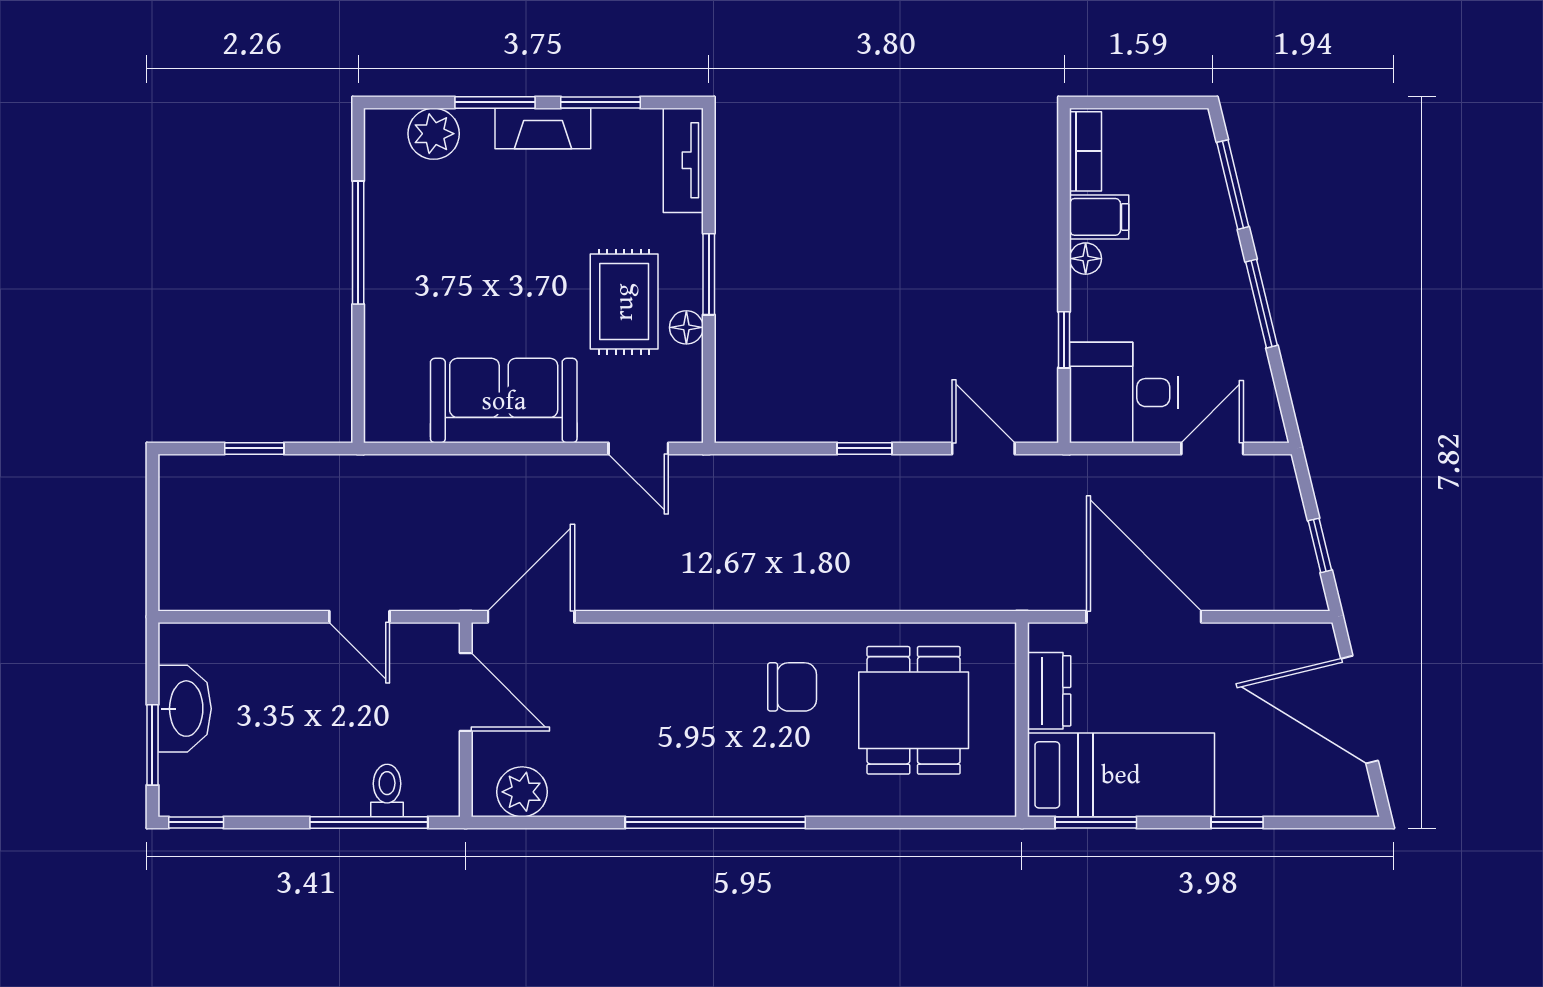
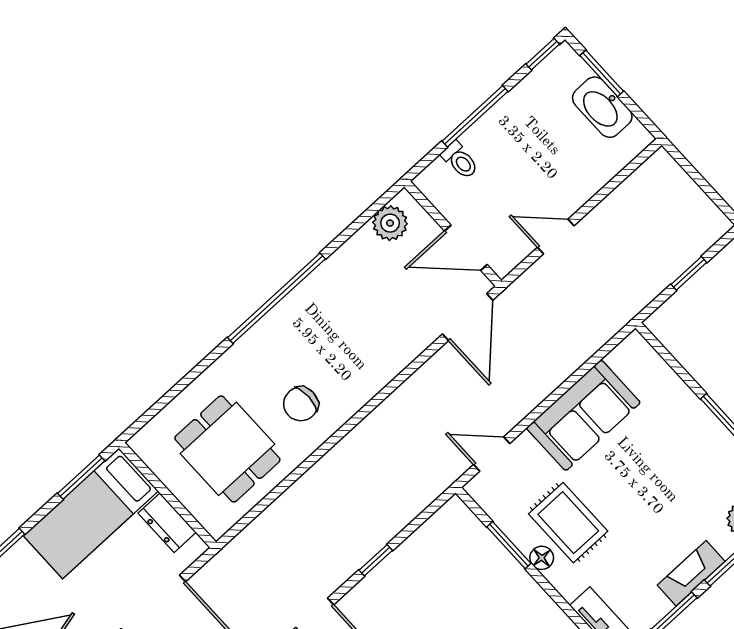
window: (709, 274) -> (509, 545), moved
floor lamp: (686, 327) -> (542, 558), moved
window: (369, 822) -> (475, 116), moved

